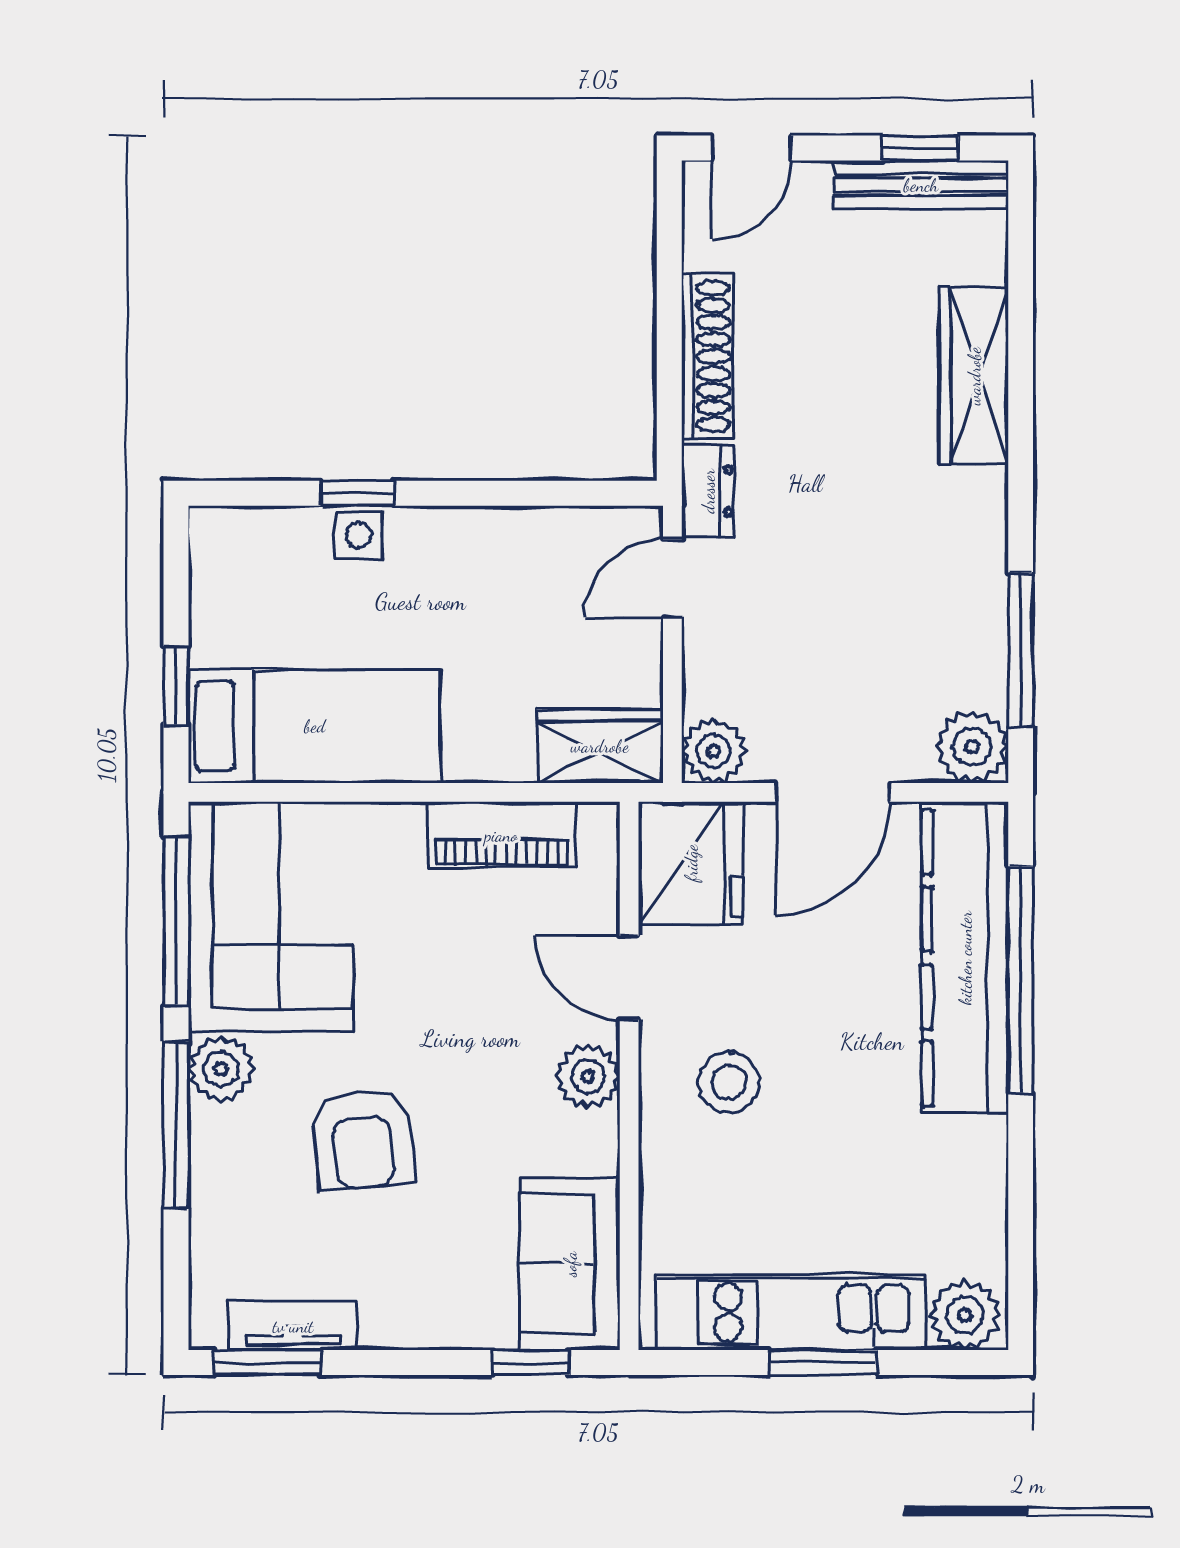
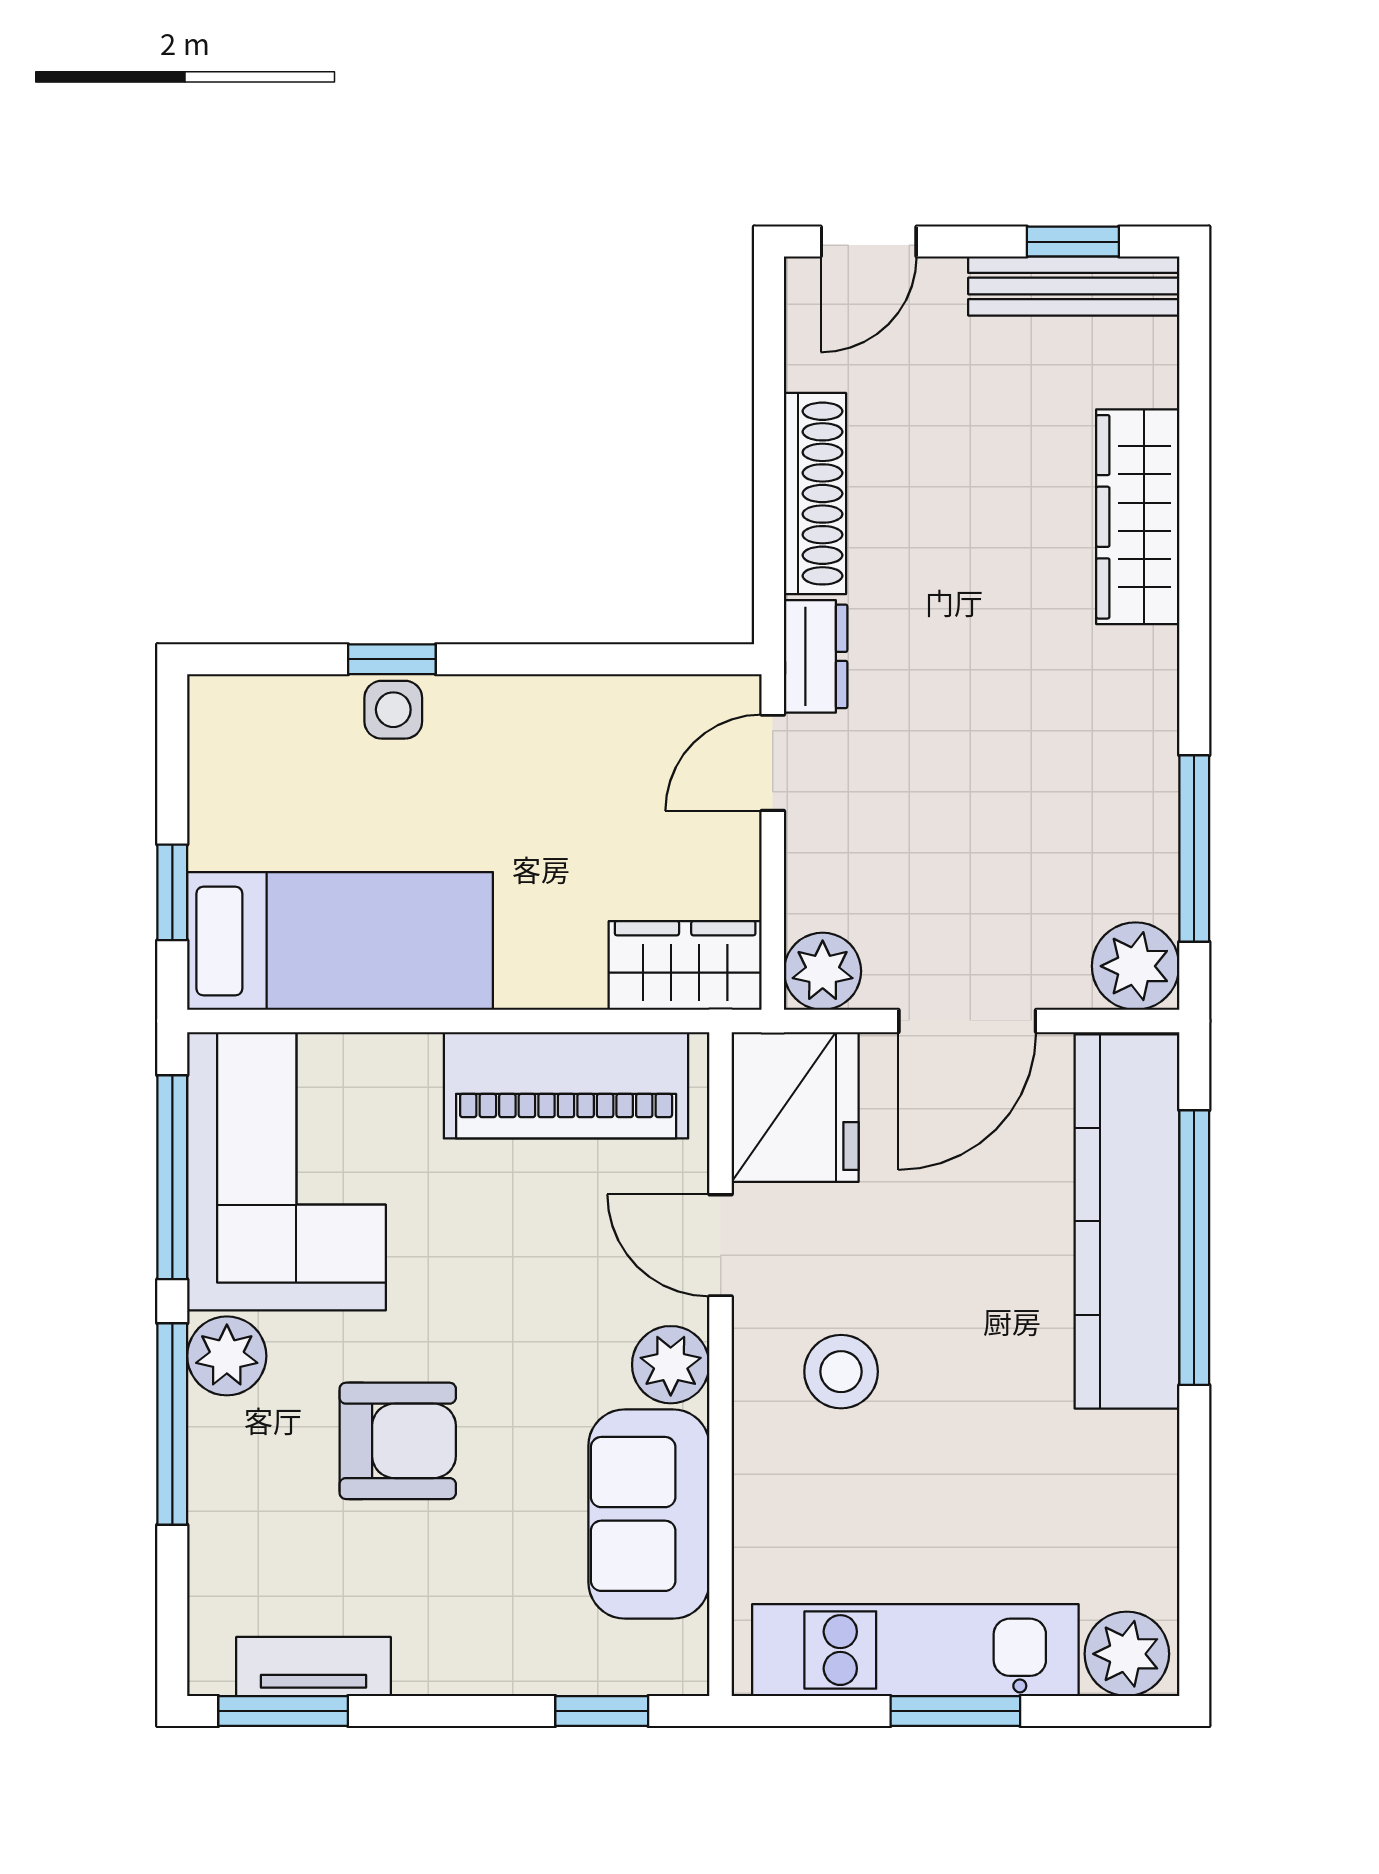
piano: (501, 835) -> (566, 1085), width x1.37, depth x1.33
armchair: (362, 1139) -> (398, 1441), turned -84
sofa: (570, 1264) -> (649, 1514), moved

